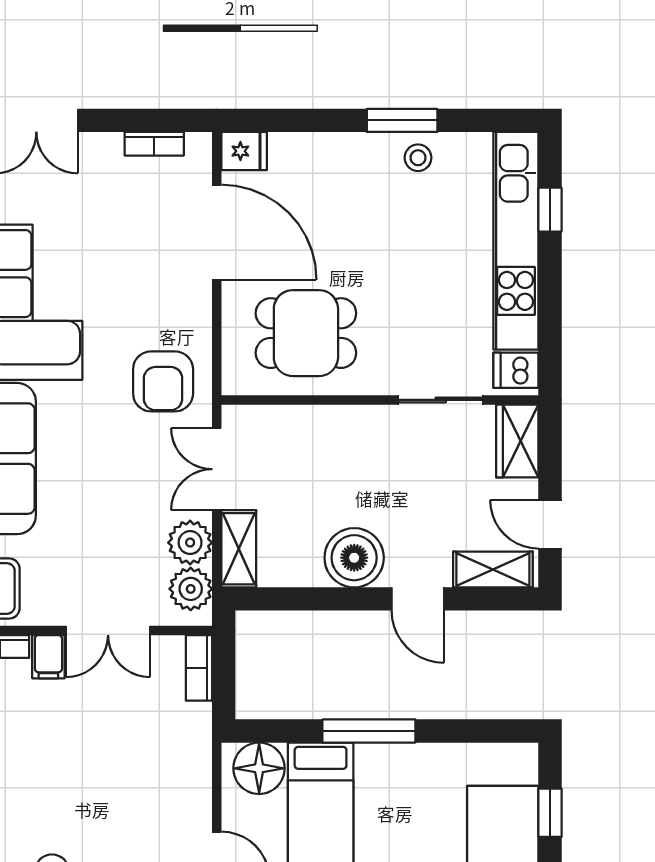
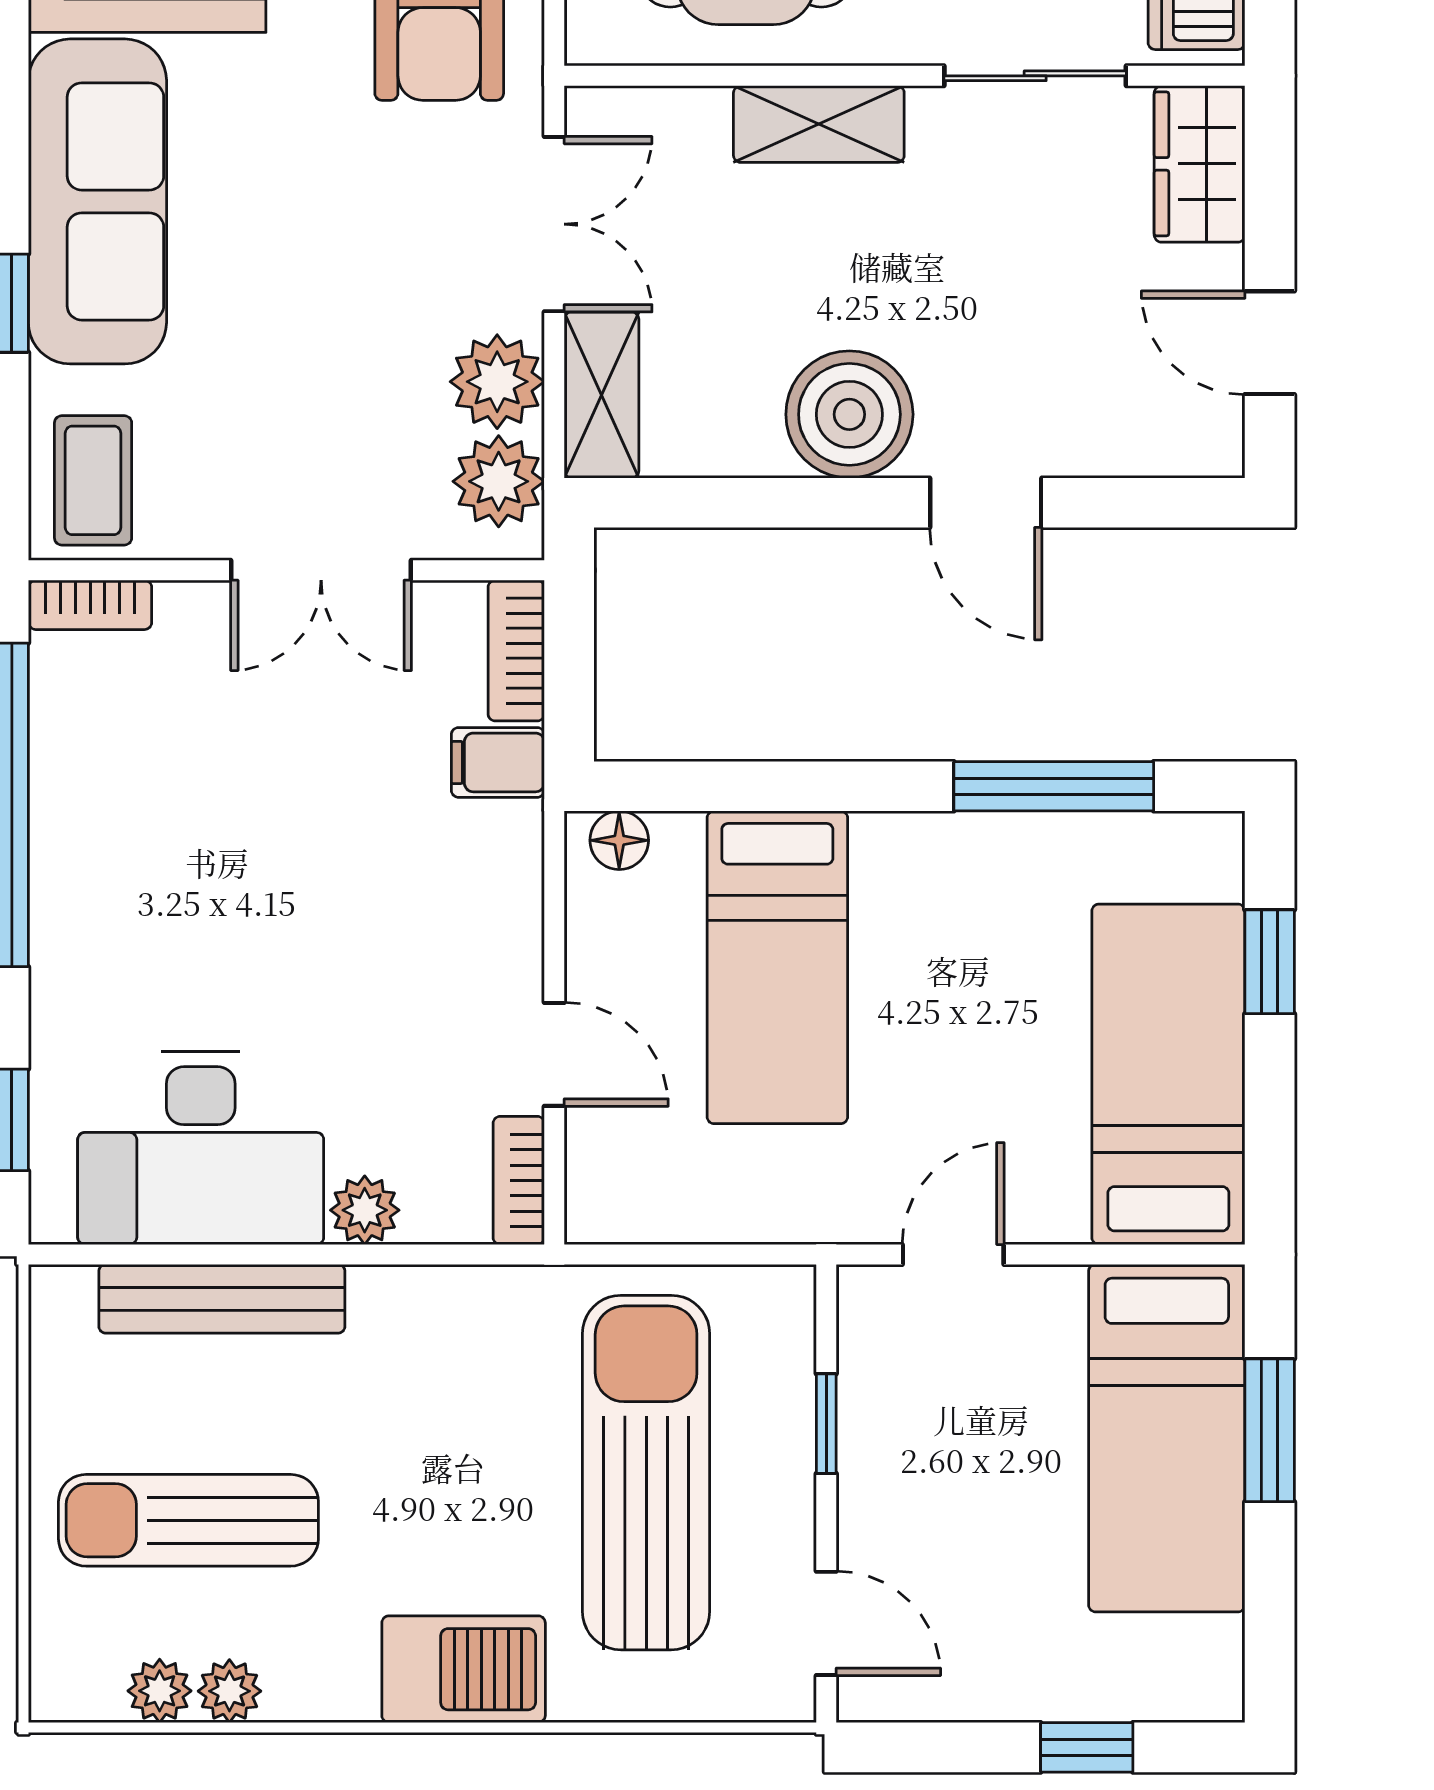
double door: (217, 469) -> (554, 224), swing flipped
shelving: (493, 569) -> (819, 124), moved
filing cabinet: (48, 657) -> (498, 762), moved, turned 90
window: (369, 731) -> (1054, 786), moved
floor lamp: (259, 768) -> (619, 840), width x0.53, depth x0.53

